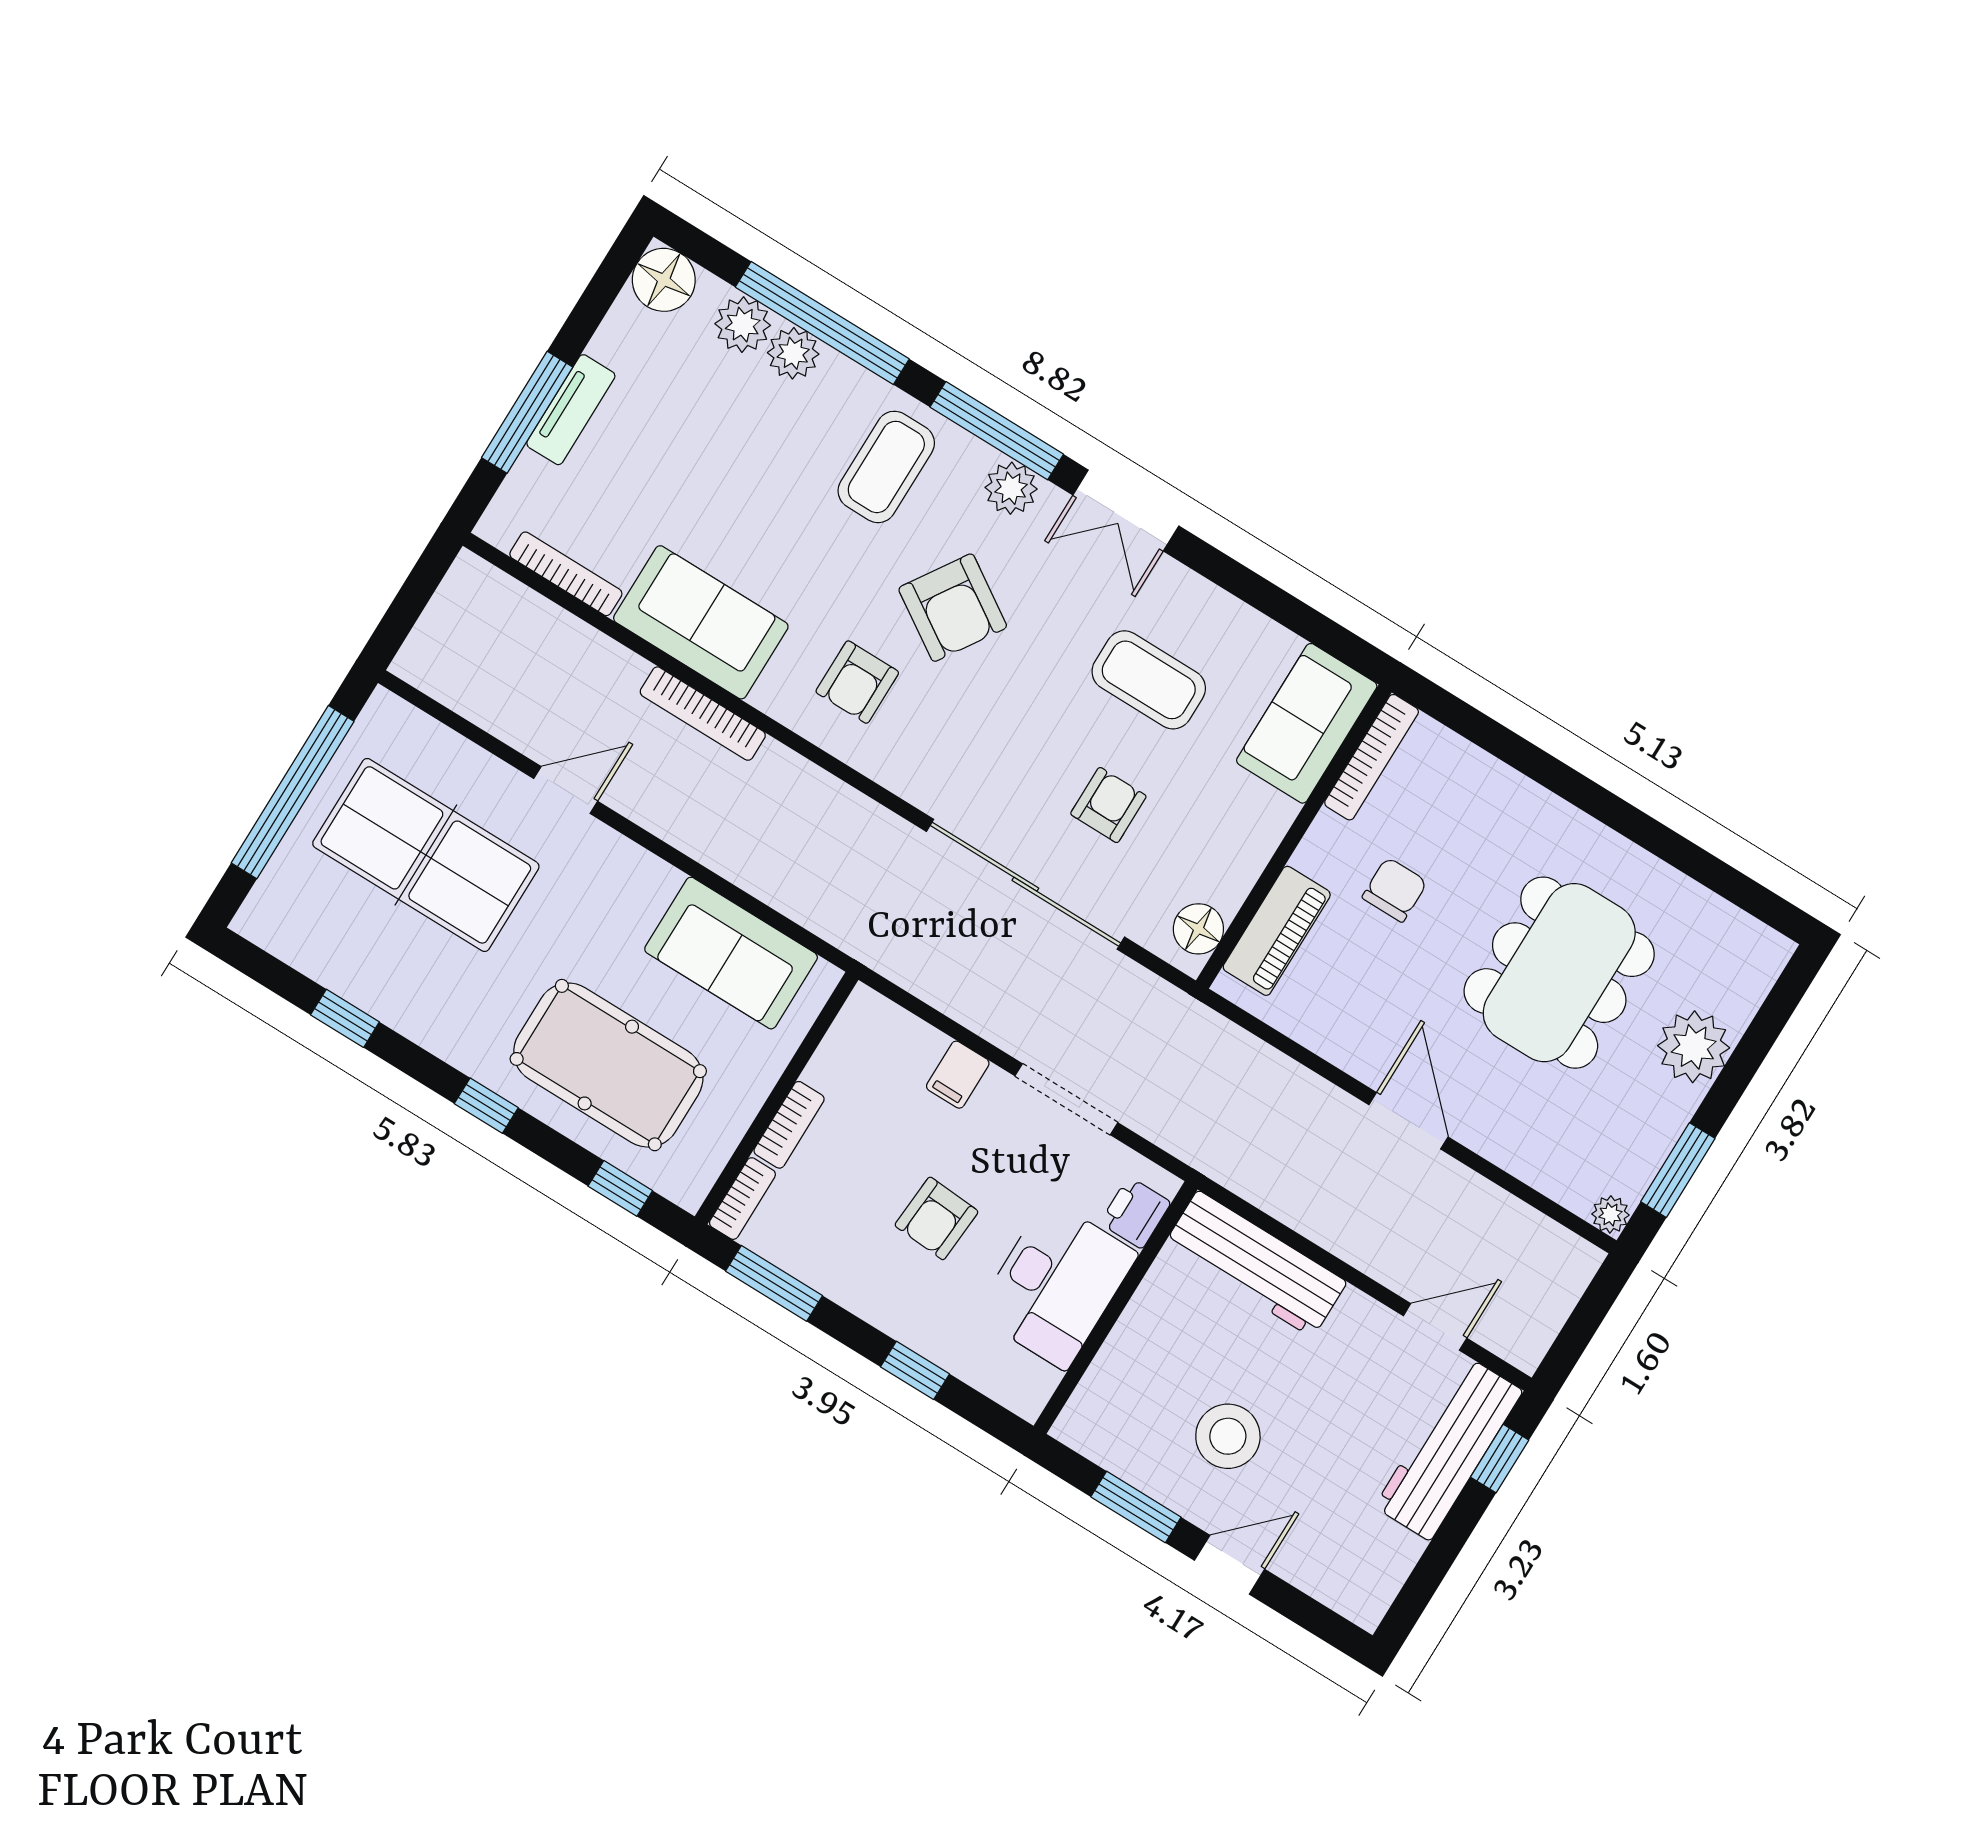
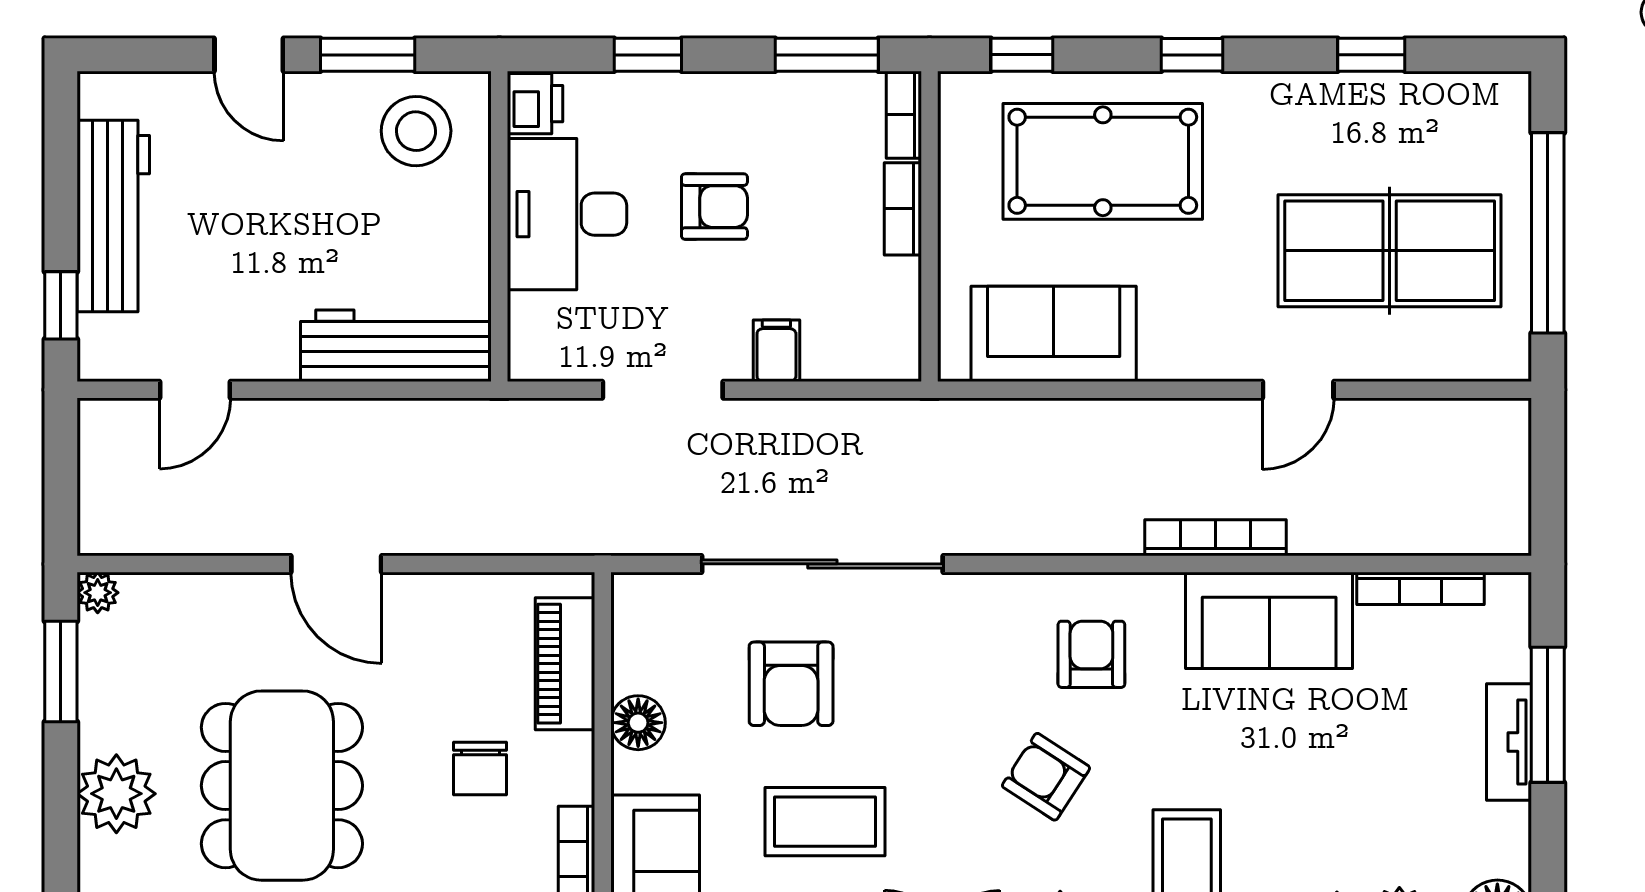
armchair: (953, 608) -> (1046, 777), width x0.72, depth x0.72
armchair: (1108, 805) -> (791, 684), width x1.38, depth x1.38
floor lamp: (1198, 929) -> (638, 723), moved
printer: (1135, 1213) -> (535, 104), moved
armchair: (936, 1218) -> (714, 207), turned 86
stool: (1228, 1436) -> (416, 131), moved
workbench: (1449, 1449) -> (113, 216), moved
door: (1230, 1565) -> (249, 55), hinge flipped

